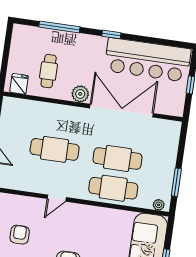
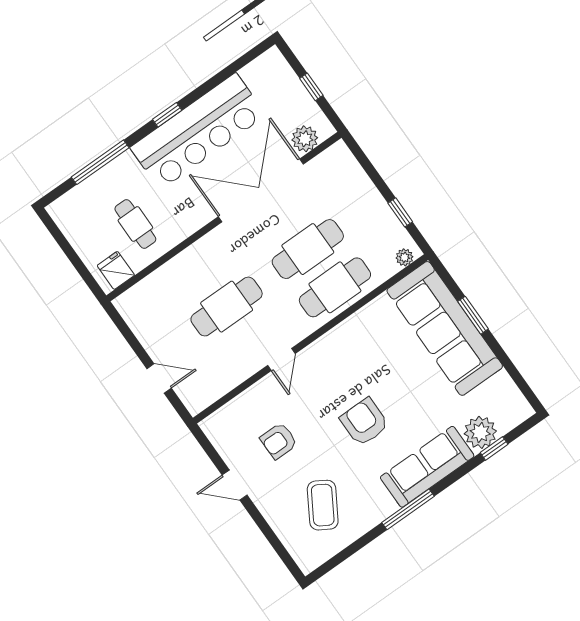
bar counter: (148, 60) -> (198, 131), moved
plant: (80, 94) -> (305, 139), moved
window: (176, 182) -> (400, 212), width x0.67
armchair: (20, 235) -> (279, 441), turned -90

